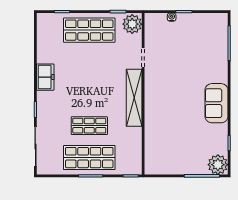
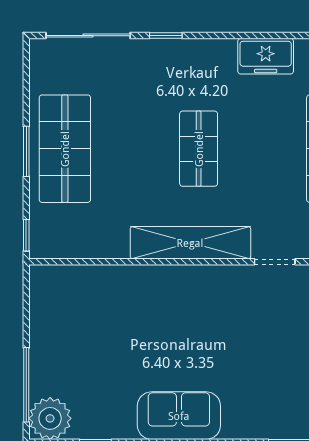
freezer: (45, 77) -> (266, 56), moved
shop shelf: (89, 126) -> (199, 149), moved

